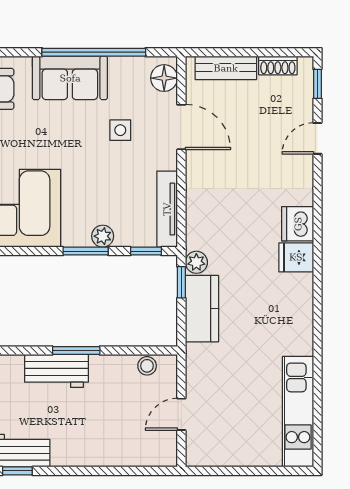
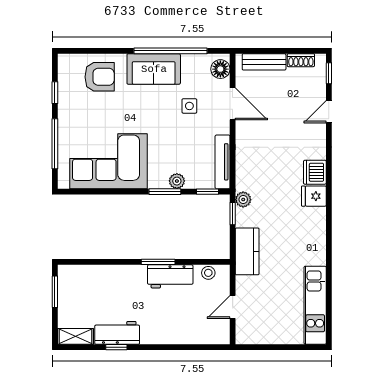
kitchen counter: (202, 309) -> (247, 251), moved
workbench: (57, 371) -> (170, 276), moved

